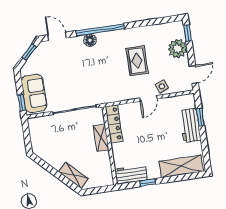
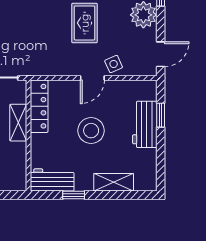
stool: (153, 136) -> (91, 131), added
shelving: (181, 166) -> (114, 182), width x0.67, depth x0.75

